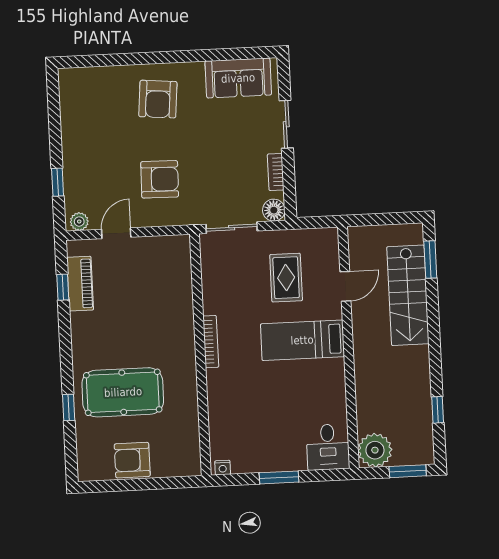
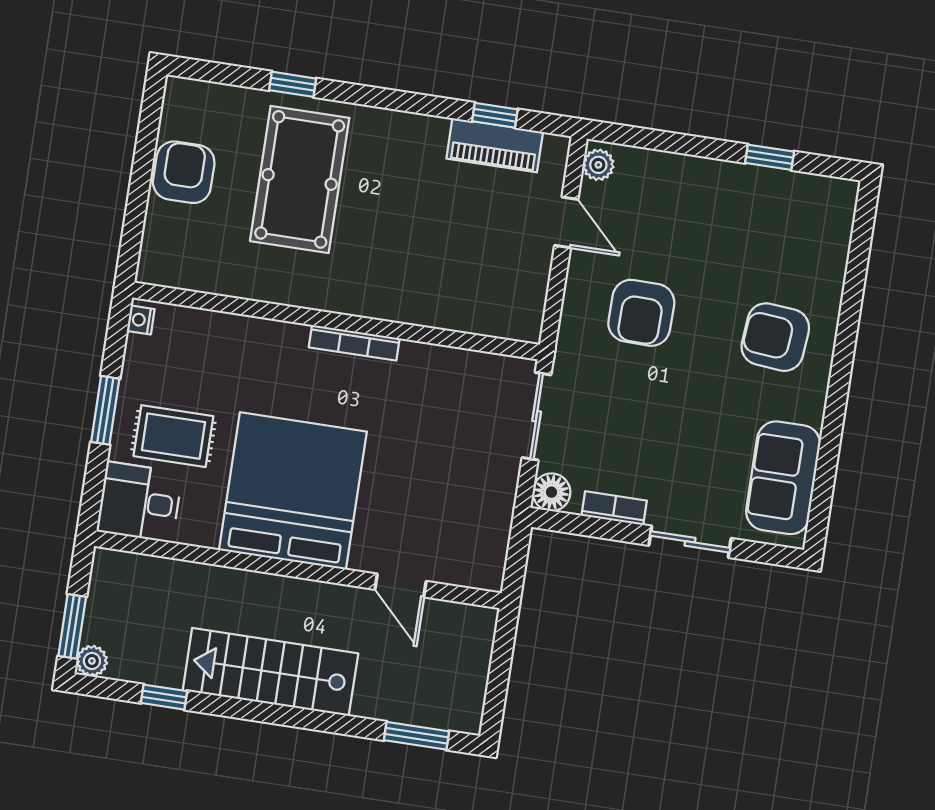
window: (58, 182) -> (770, 157), moved
rug: (286, 278) -> (173, 436), moved
stairs: (408, 295) -> (270, 672), moved
bed: (302, 340) -> (293, 491), width x2.04
plant: (375, 450) -> (92, 661), moved, width x0.53, depth x0.53

